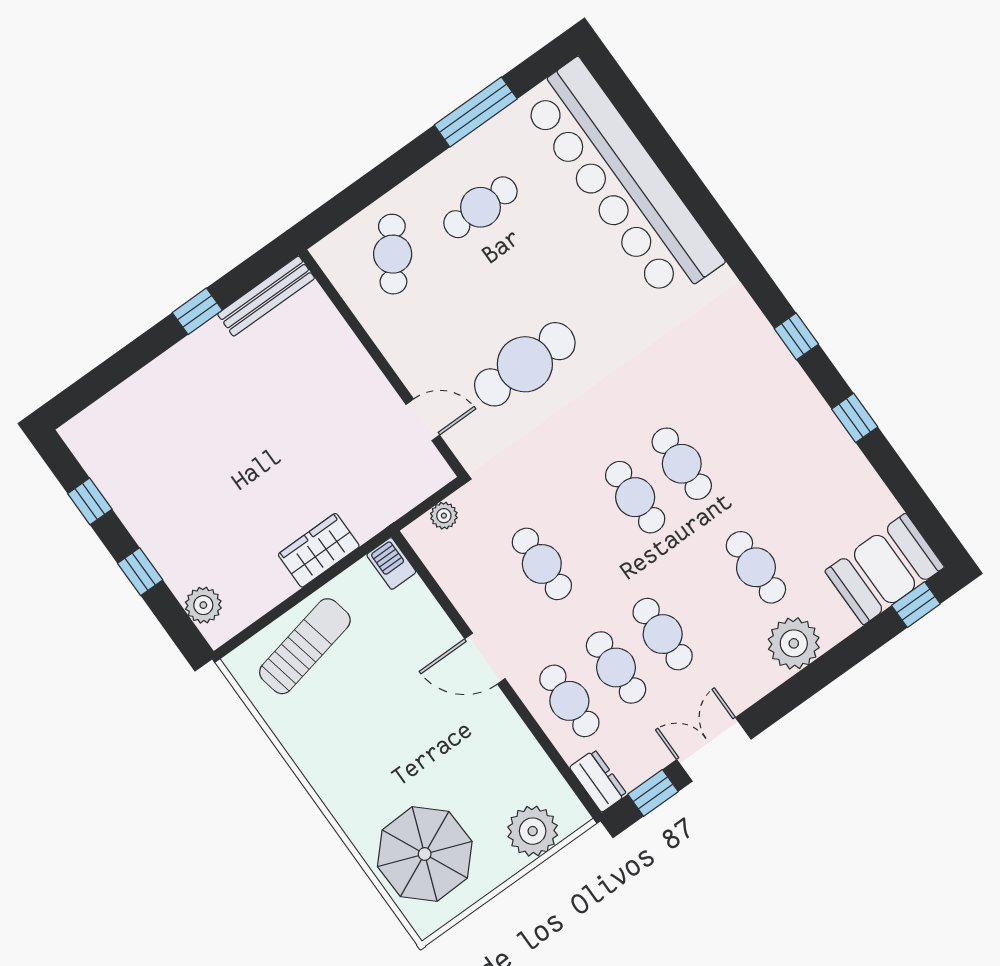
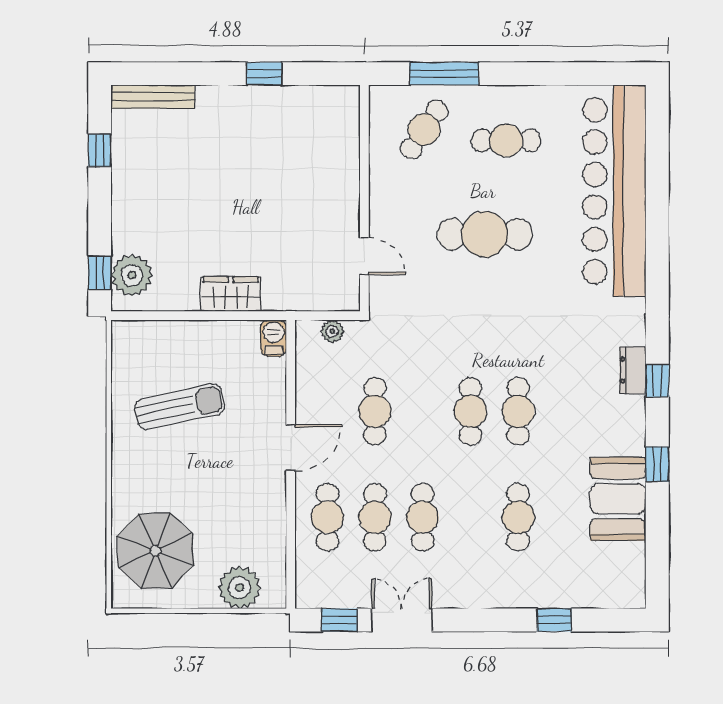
window: (476, 112) -> (444, 74), moved
bench: (266, 296) -> (153, 97), moved
cafe table: (525, 364) -> (485, 234), moved
booth: (885, 569) -> (618, 499), moved, turned 90
window: (140, 572) -> (100, 273), moved
plant: (203, 605) -> (132, 275), width x1.36, depth x1.36
window: (916, 605) -> (554, 620), moved
plant: (794, 643) -> (507, 587), removed
sun lounger: (305, 646) -> (180, 407), moved
door: (485, 659) -> (291, 448), swing flipped
dresser: (598, 781) -> (633, 370), moved, turned 180

